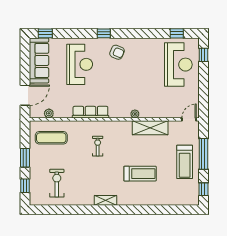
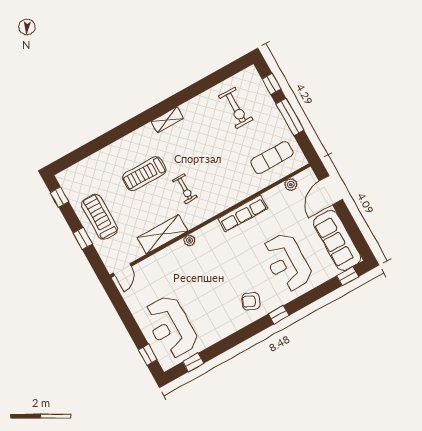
exercise bike: (98, 146) -> (185, 189), moved
window: (203, 154) -> (83, 239), width x0.46
window: (25, 158) -> (290, 117), width x1.44

